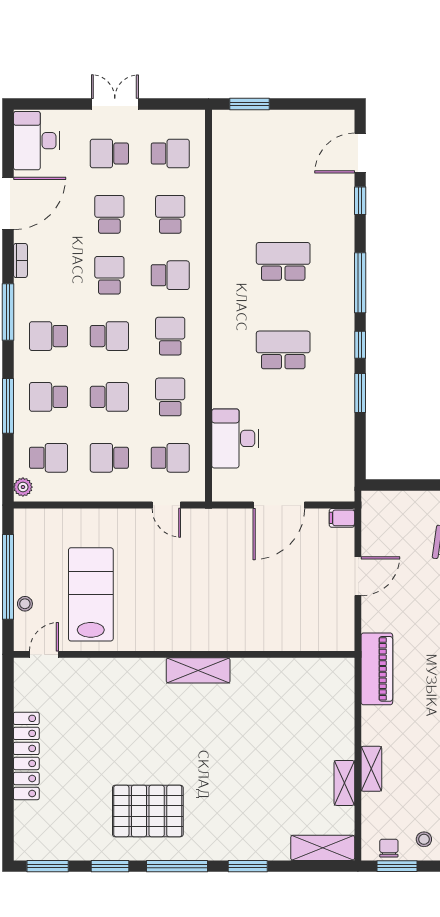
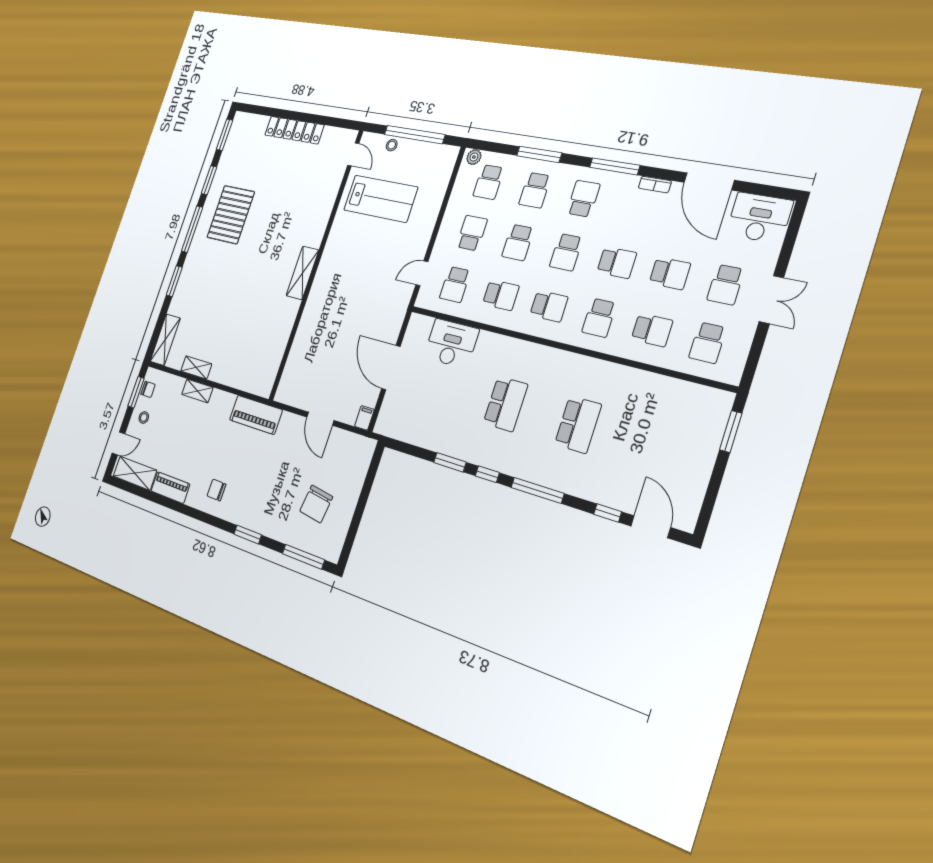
school desk: (109, 154) -> (726, 285), turned 180
school desk: (48, 397) -> (535, 190), turned 180

